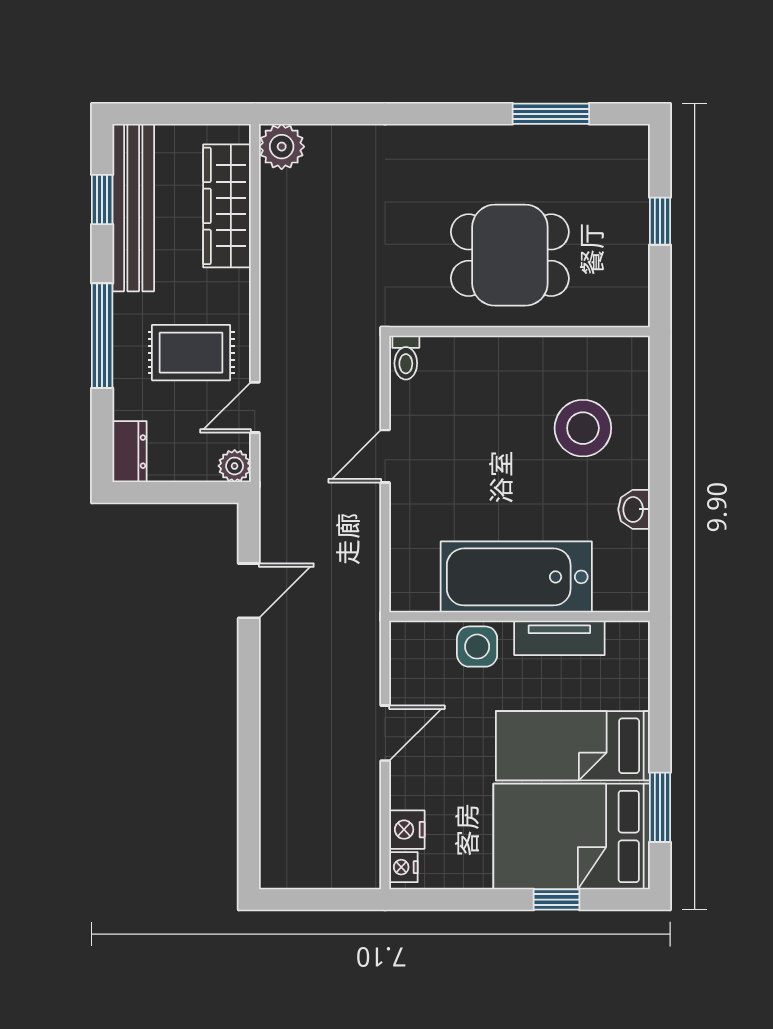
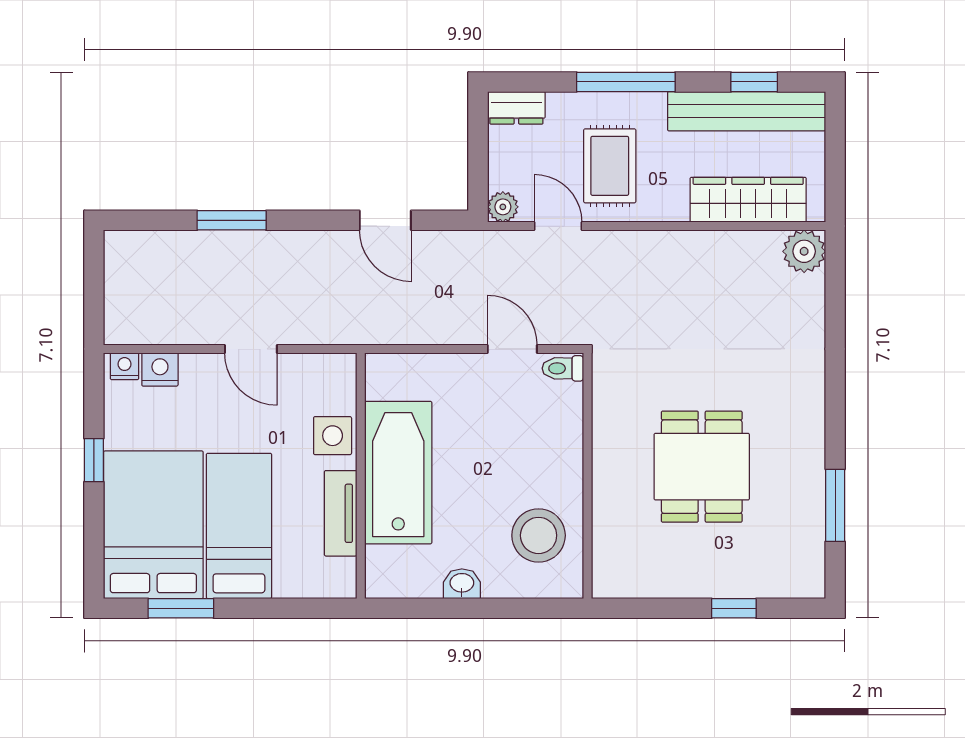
wall: (520, 332) -> (587, 476), moved
toilet: (406, 358) -> (563, 368), moved
window: (249, 754) -> (232, 220), added
window: (557, 900) -> (94, 460), moved

